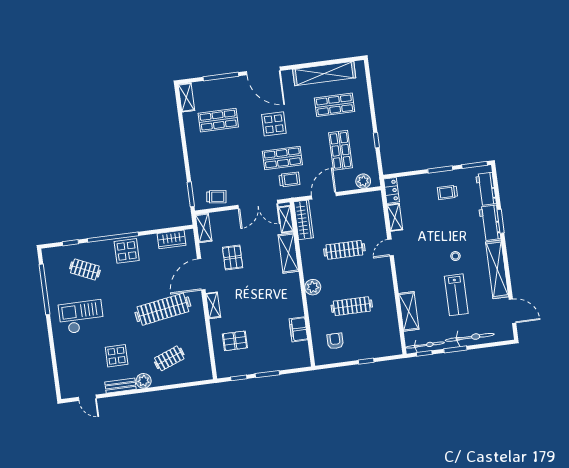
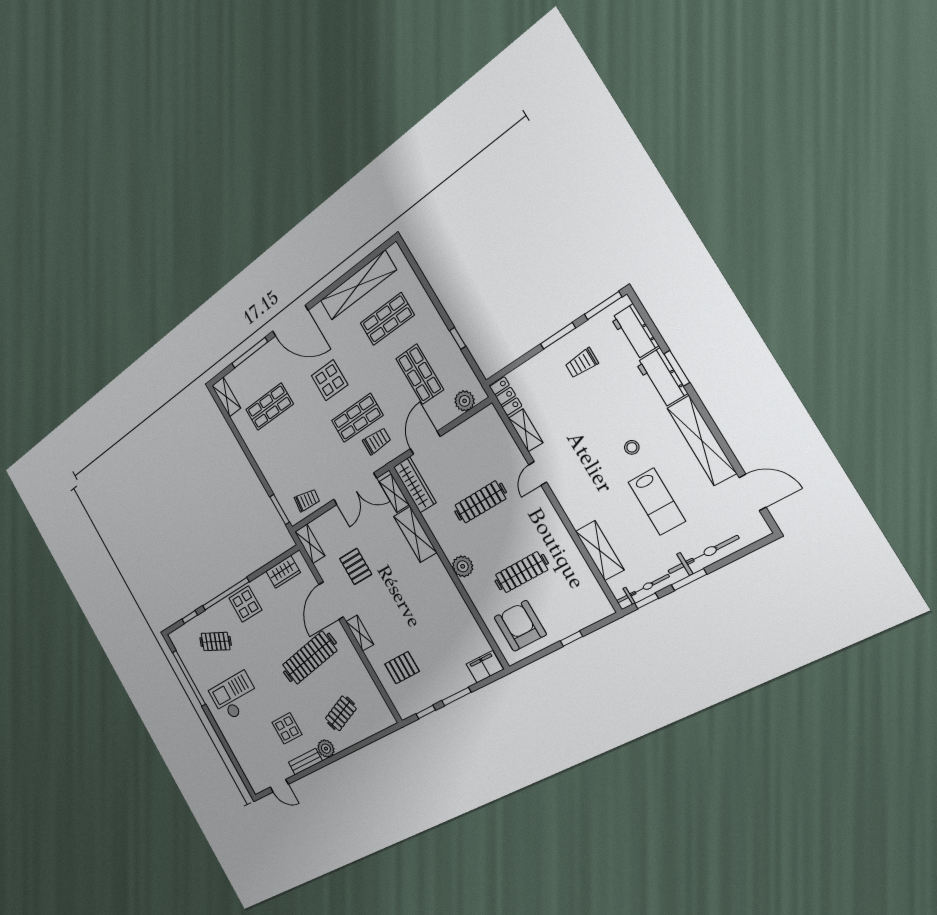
filing cabinet: (298, 329) -> (485, 667), moved, turned 90
armchair: (335, 341) -> (520, 626), width x1.88, depth x1.88

